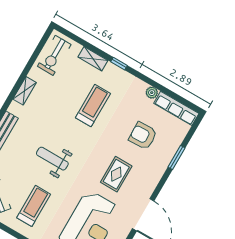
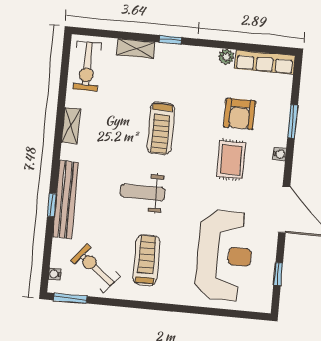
treadmill: (93, 106) -> (161, 128), moved, turned 180
armchair: (143, 136) -> (240, 114), turned -88
rug: (116, 174) -> (231, 160), moved
water cooler: (157, 176) -> (279, 154), added

